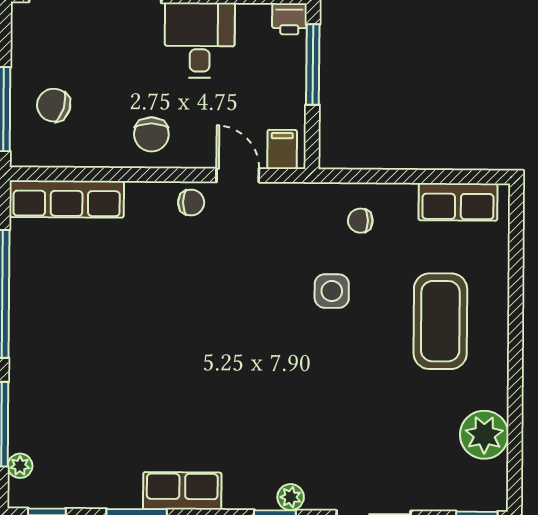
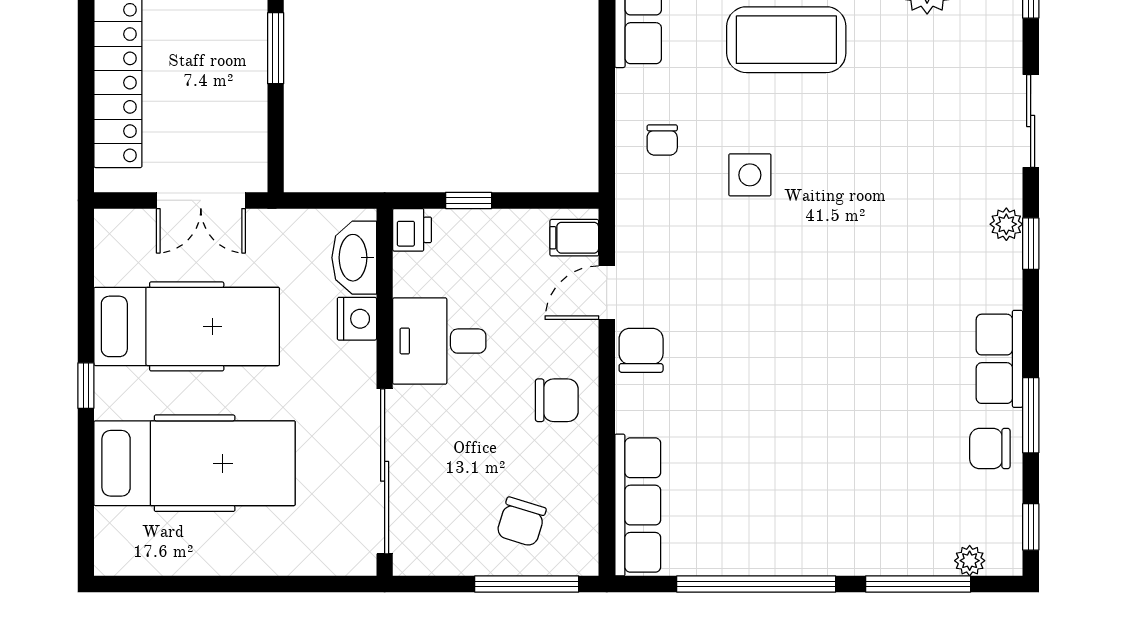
window: (313, 65) -> (469, 200), width x0.46
chair: (191, 202) -> (641, 350), width x1.37, depth x1.37
chair: (110, 483) -> (990, 449), added

